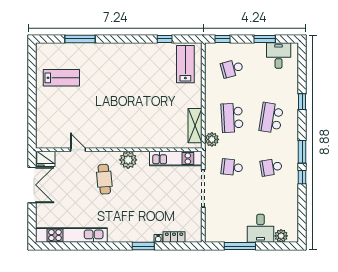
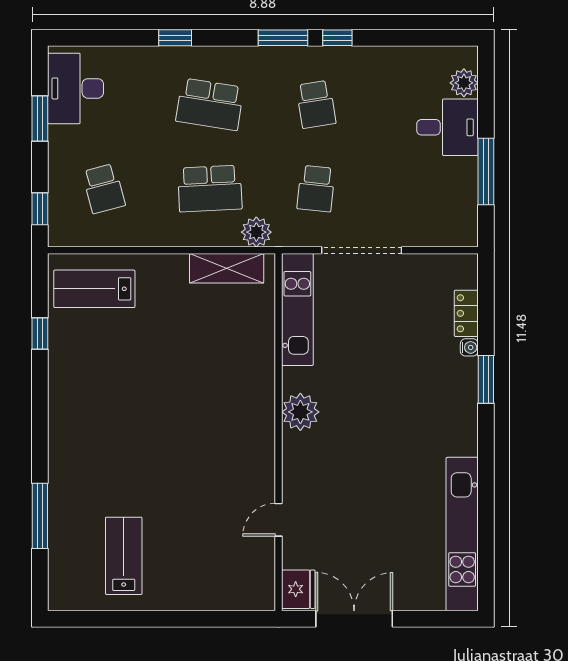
desk: (279, 55) -> (76, 88), width x1.37
cafe table: (104, 179) -> (342, 463), removed

